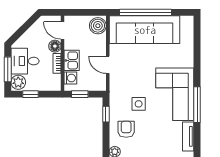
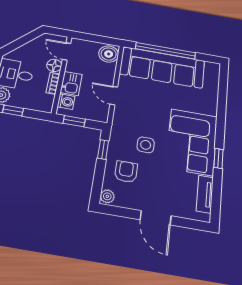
window: (197, 105) -> (219, 158), width x0.46

